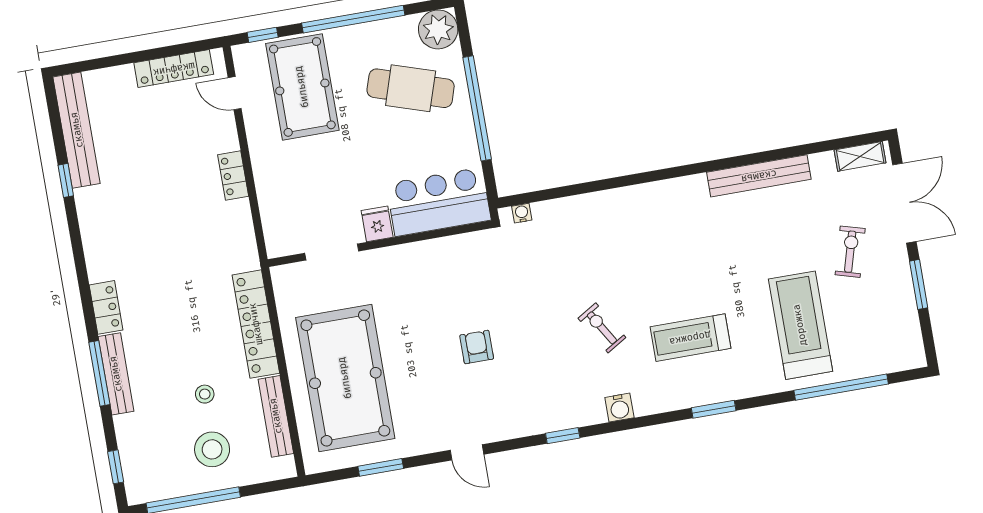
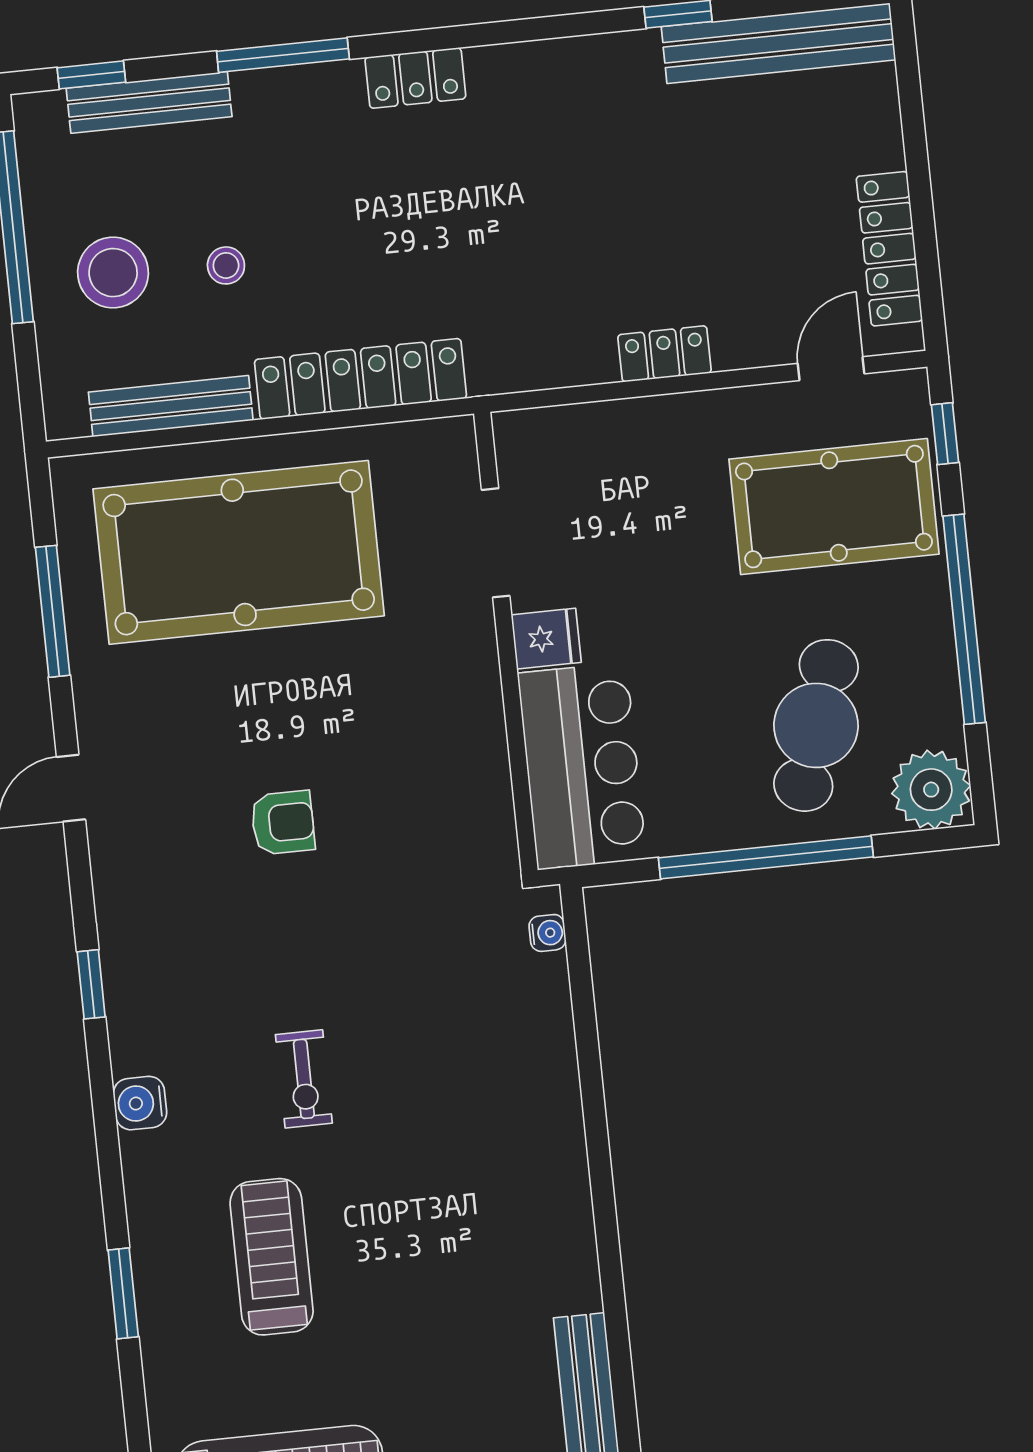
exercise bike: (602, 328) -> (304, 1079), turned 121
bench: (116, 374) -> (149, 102), moved
window: (381, 467) -> (53, 611), width x1.44

